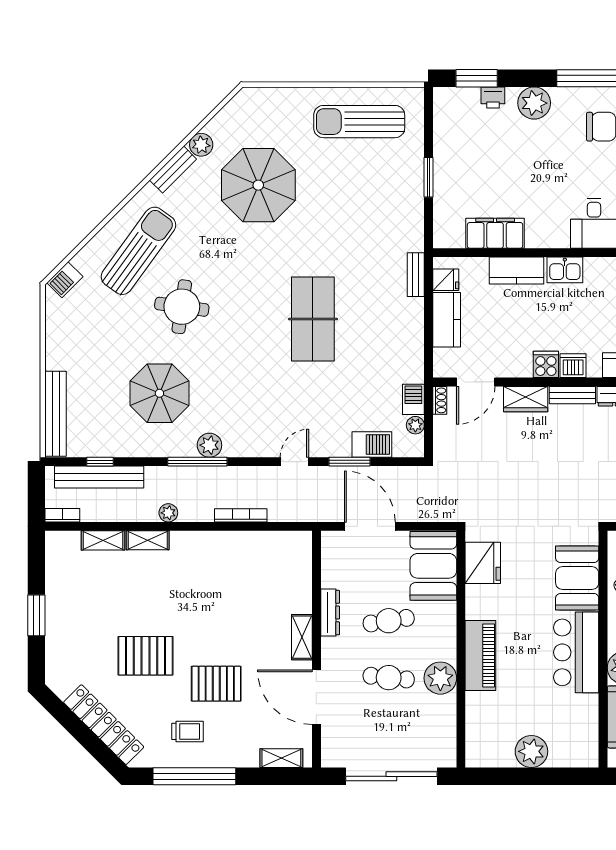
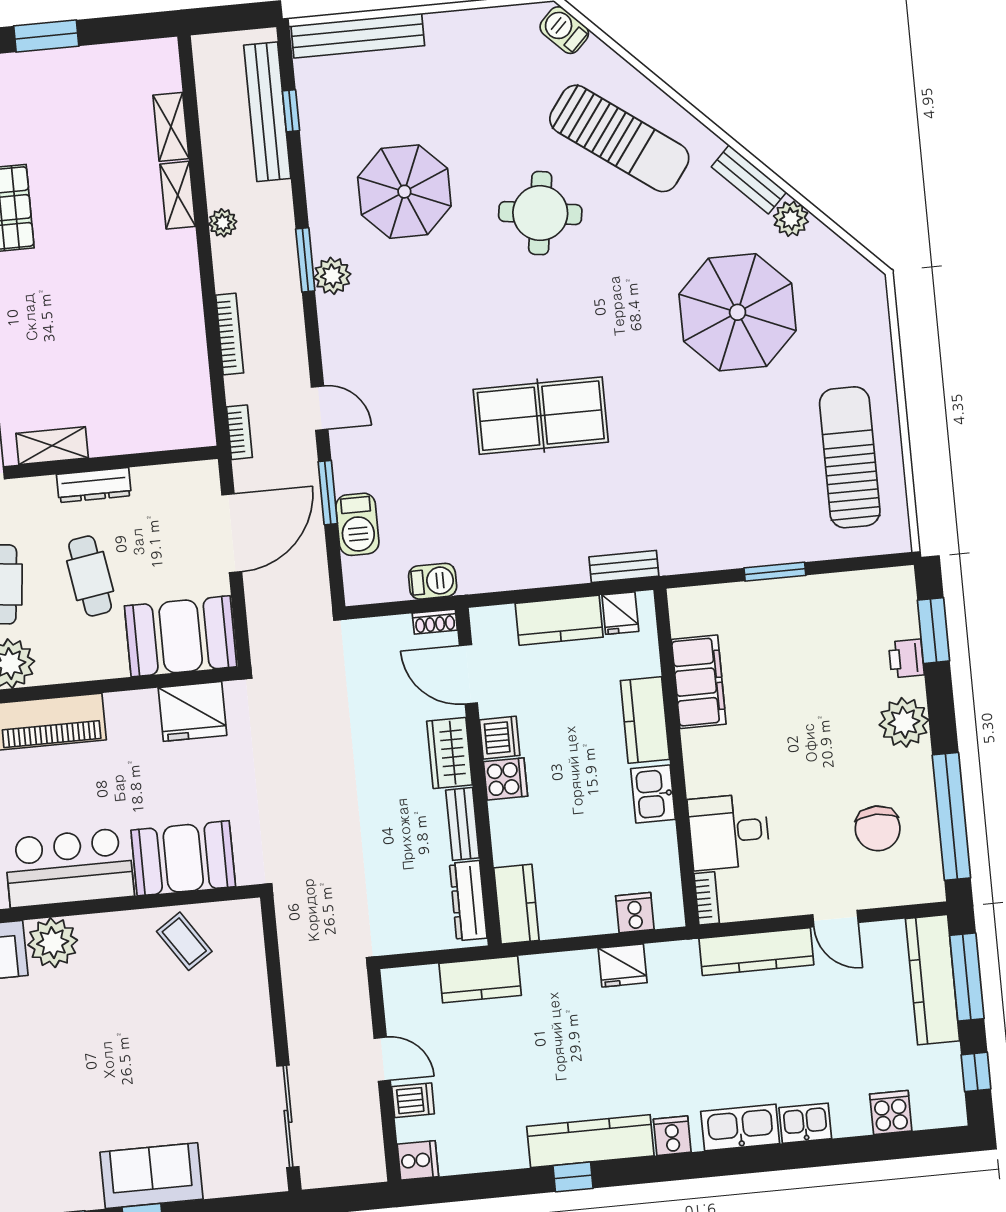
dishwasher: (573, 366) -> (500, 738), moved
plant: (415, 425) -> (393, 588), removed
window: (197, 462) -> (305, 260), width x0.69
bookcase: (62, 515) -> (239, 432), moved

